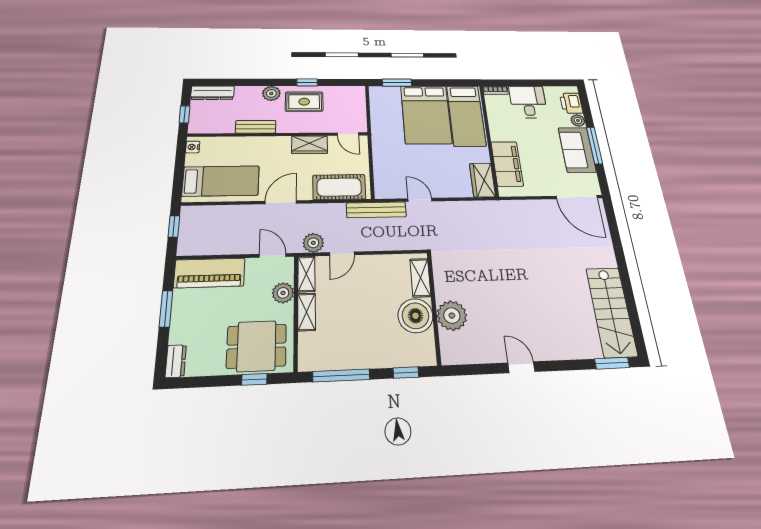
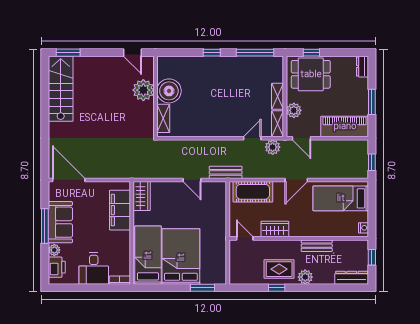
bench: (376, 210) -> (226, 172), width x0.73
shelving: (420, 278) -> (163, 118), moved
wall: (434, 307) -> (155, 96), moved
boiler: (415, 316) -> (169, 91), moved
plant: (452, 316) -> (143, 90), moved

